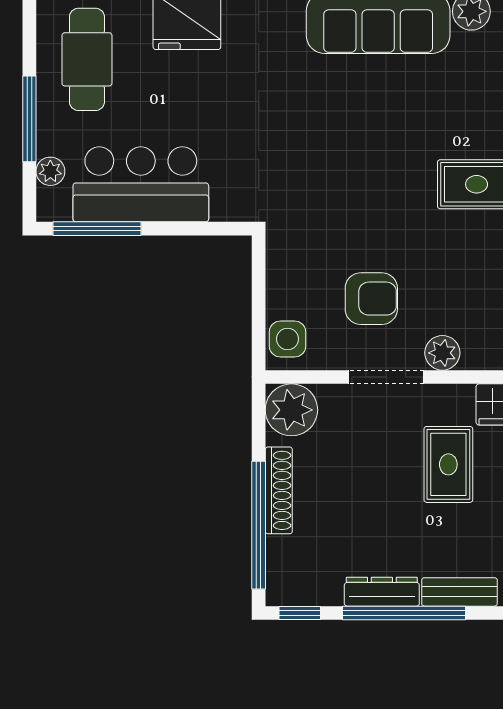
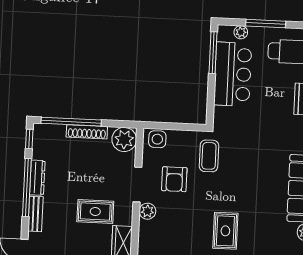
coffee table: (318, 227) -> (209, 156), added

